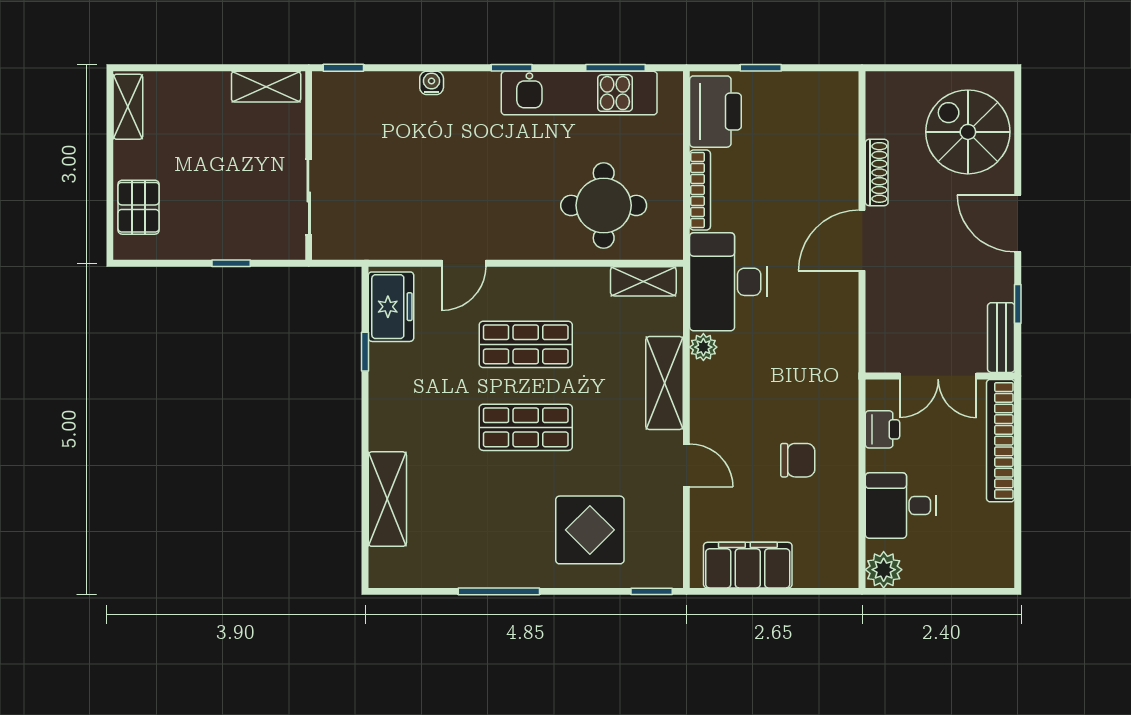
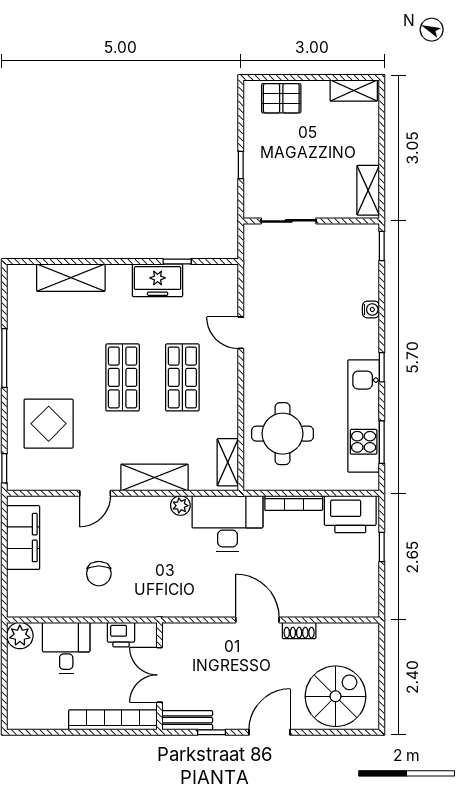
shoe rack: (877, 172) -> (299, 630), width x0.70
freezer: (391, 307) -> (158, 280), moved

